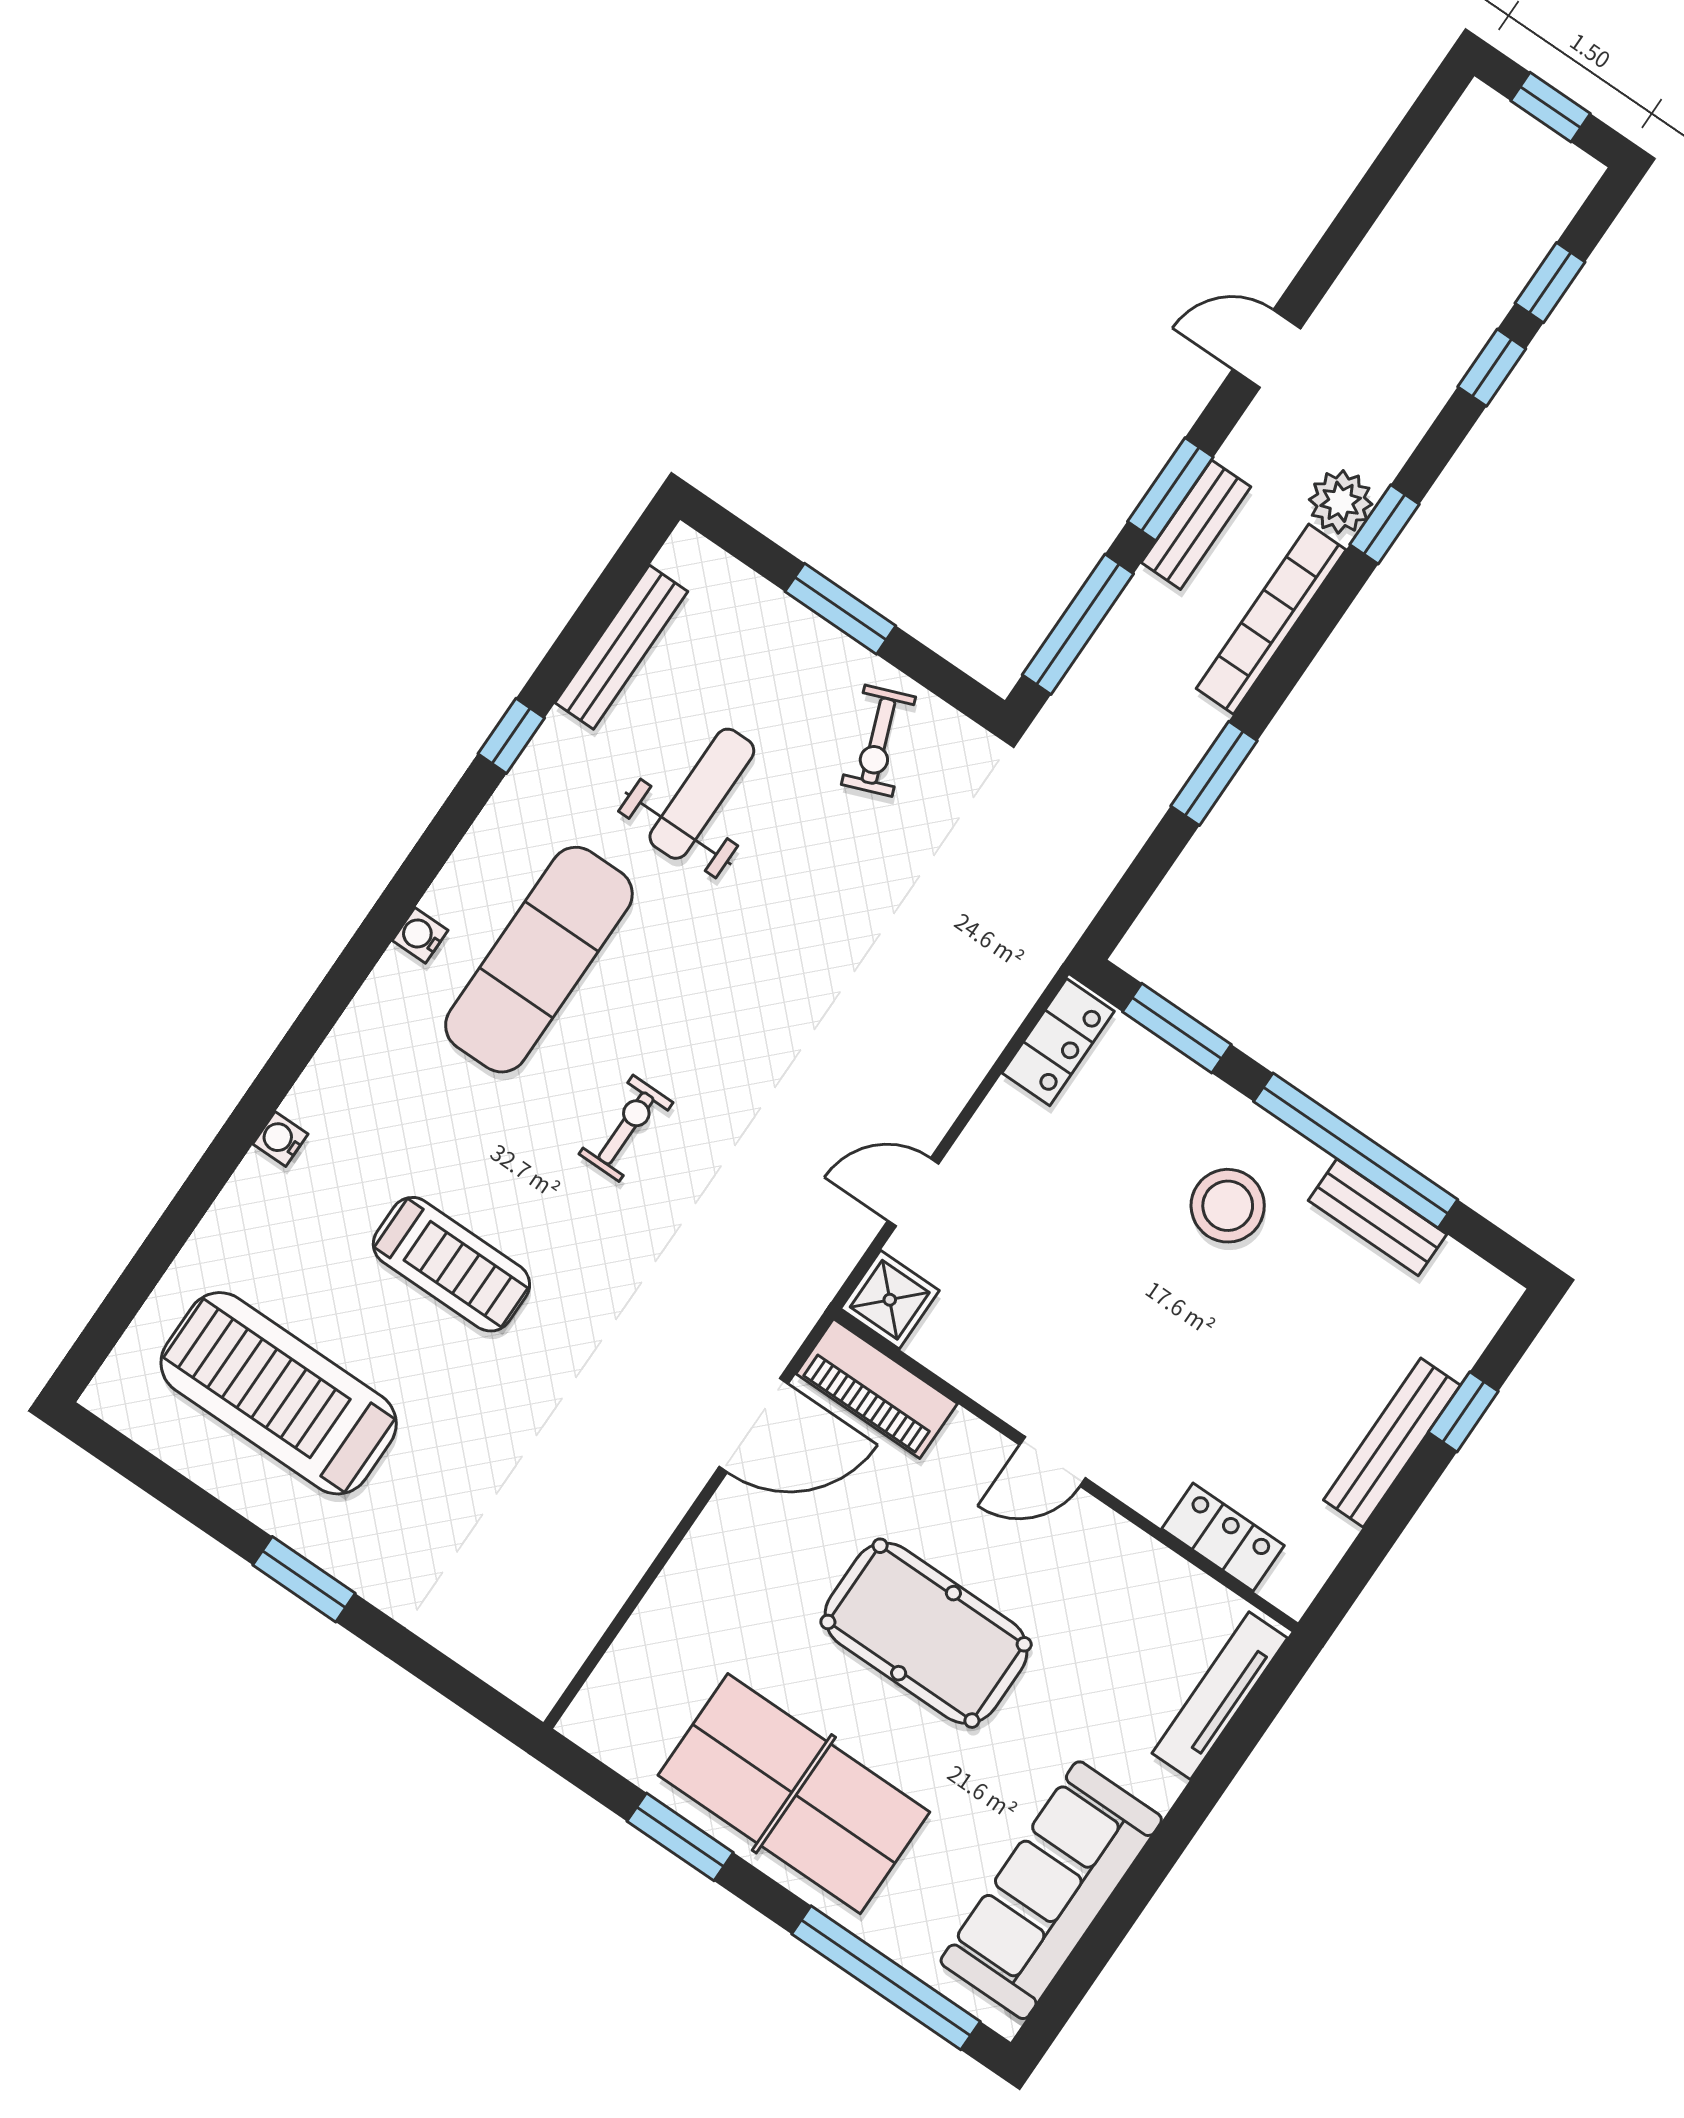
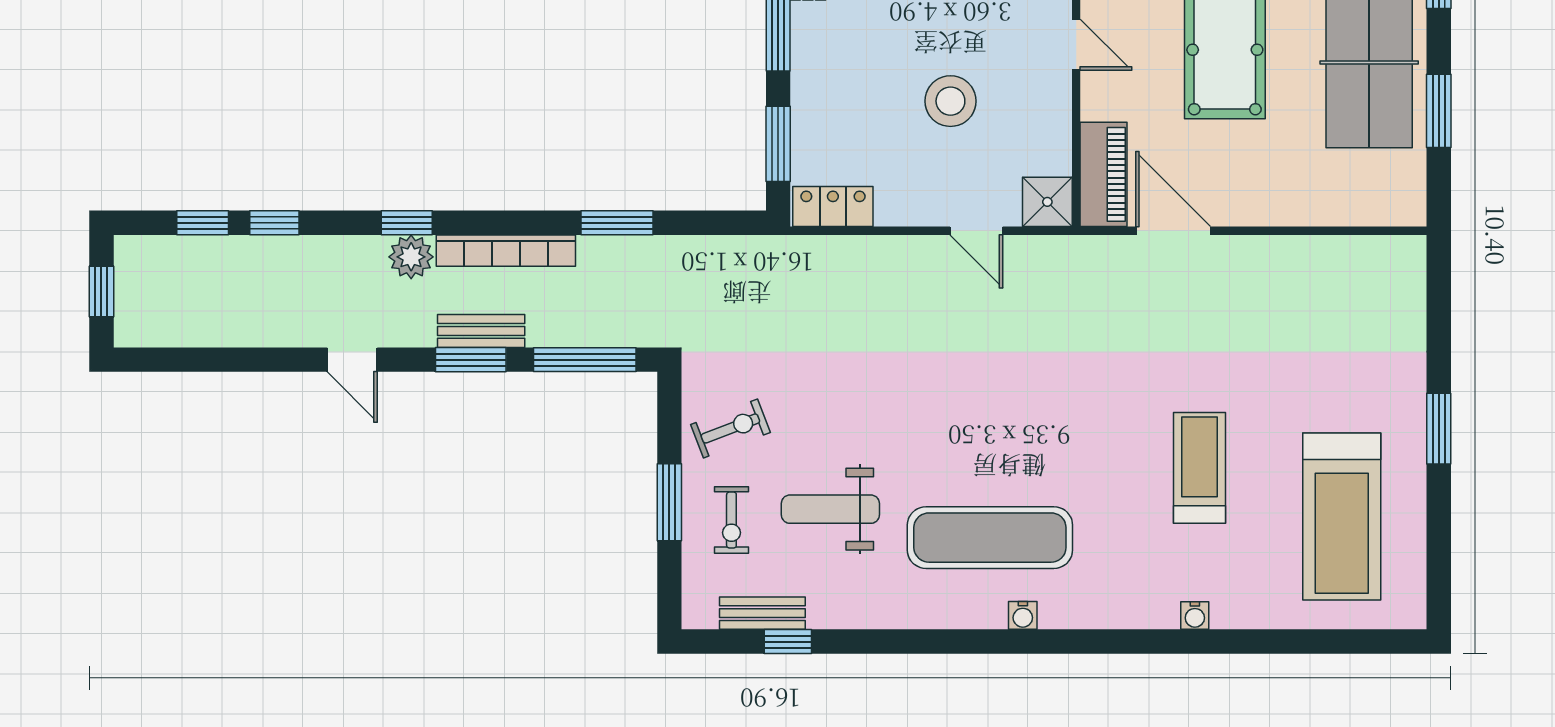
bench: (621, 647) -> (762, 613), width x0.73
window: (511, 736) -> (788, 642), moved
exercise bike: (626, 1128) -> (731, 520), moved, turned -90
stool: (1228, 1206) -> (950, 101), moved

